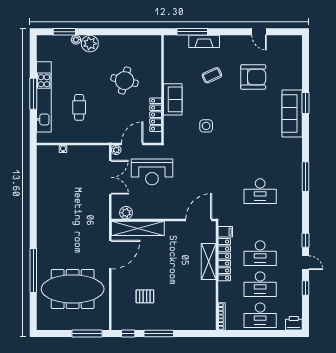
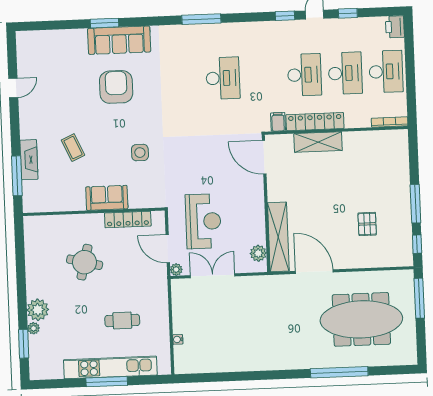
armchair: (253, 77) -> (116, 87), moved
meeting table: (73, 289) -> (361, 319), turned 90

